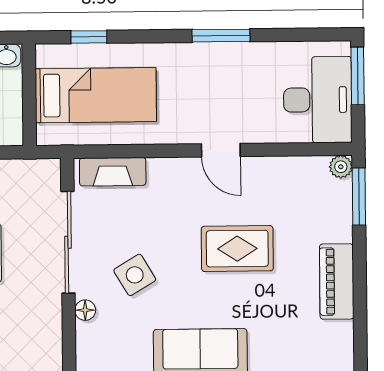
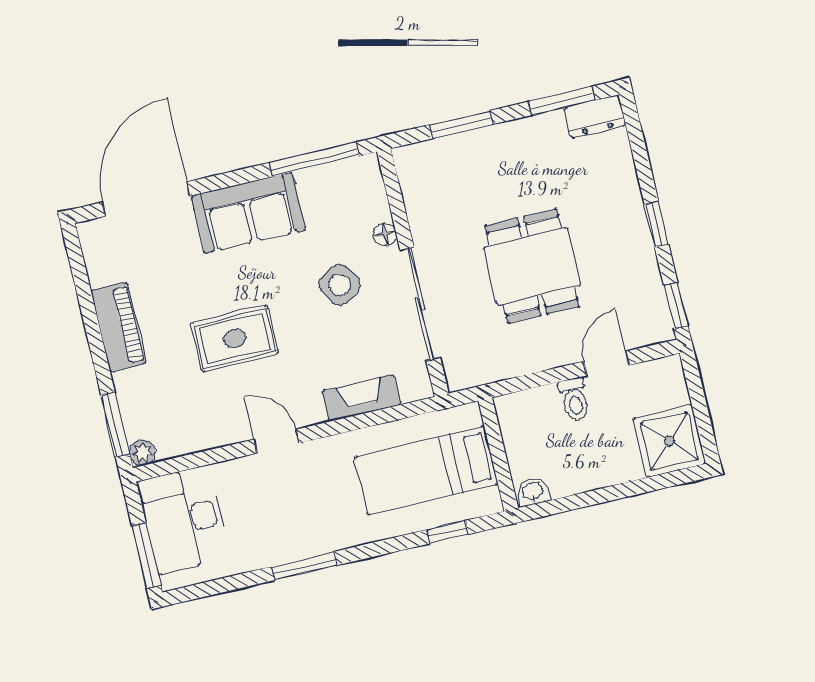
fireplace: (113, 172) -> (362, 398), moved

